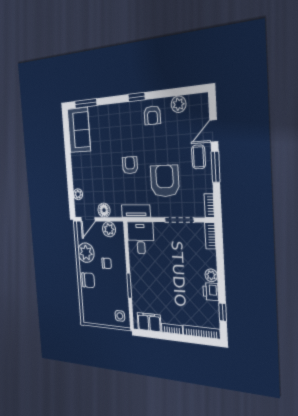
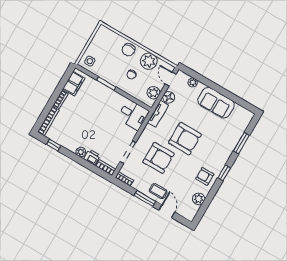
window: (86, 103) -> (241, 143), moved
sofa: (79, 130) -> (216, 103), moved
armchair: (130, 165) -> (185, 139), width x1.88, depth x1.88
tv unit: (136, 211) -> (158, 114), moved
printer: (211, 292) -> (92, 157), moved

